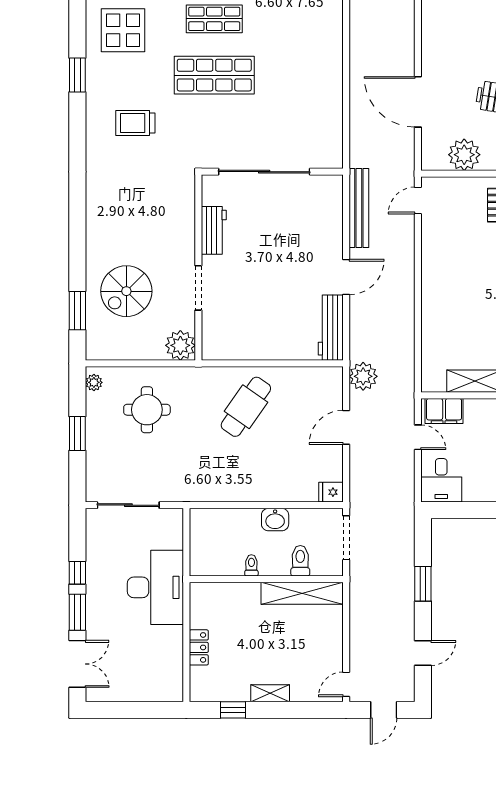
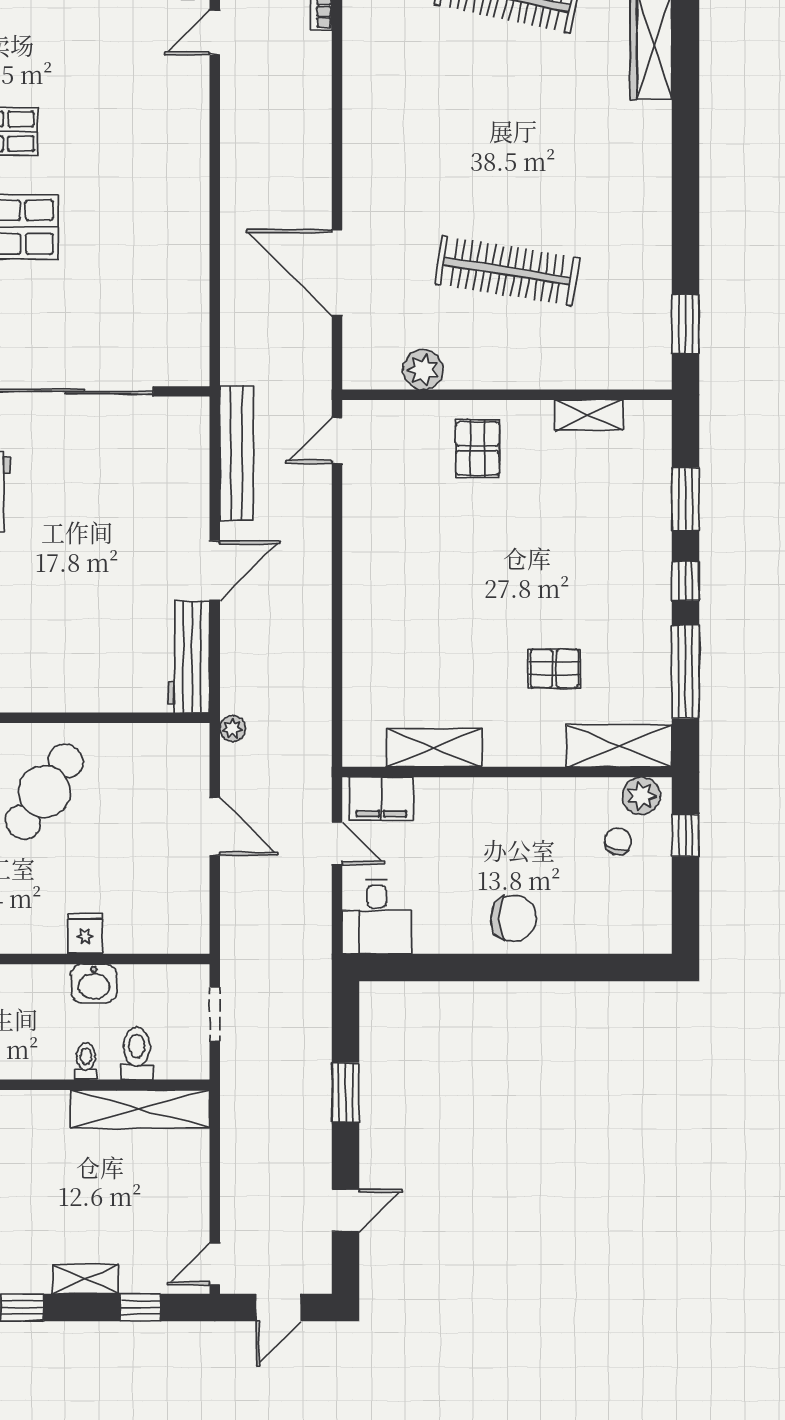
plant: (464, 155) -> (423, 370), width x0.73, depth x0.73
plant: (363, 376) -> (233, 728), width x0.53, depth x0.53
door: (346, 427) -> (215, 826), swing flipped
fridge: (331, 492) -> (85, 933), moved, turned 90
doorway: (346, 538) -> (215, 1014), width x0.73
toilet: (251, 565) -> (86, 1061), moved
window: (302, 710) -> (141, 1307), added

